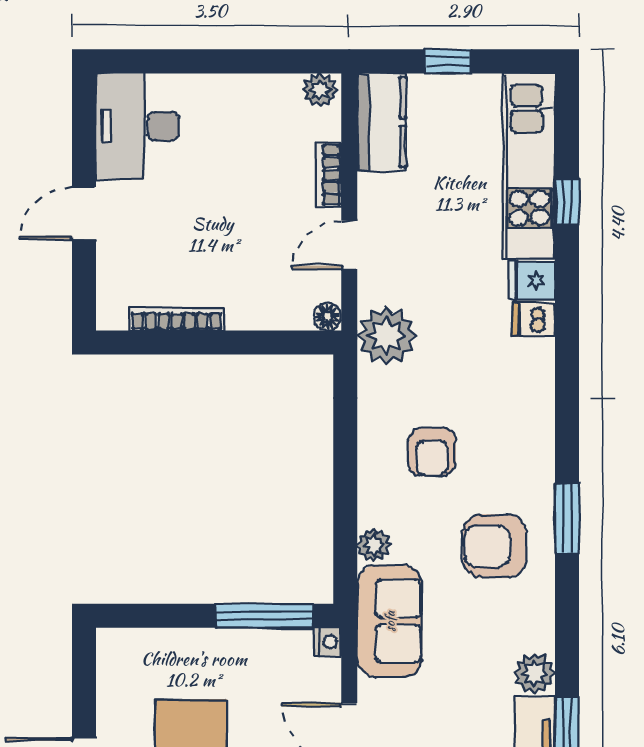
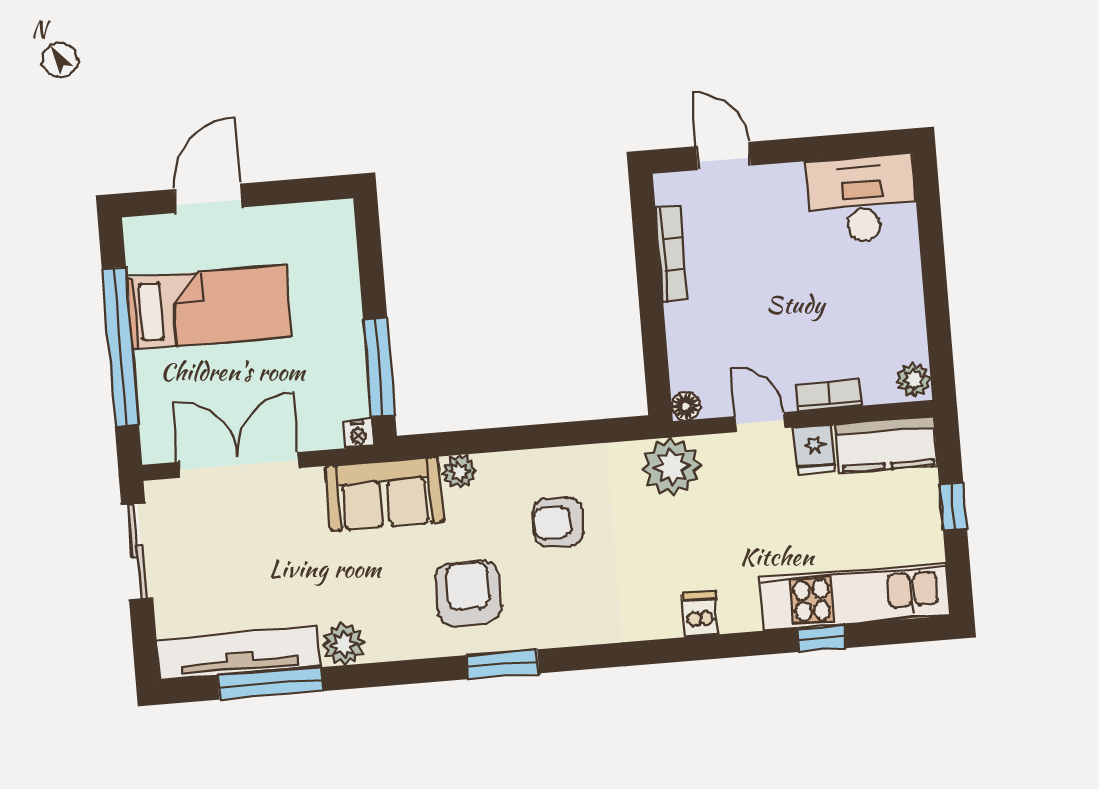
door: (84, 213) -> (723, 156), moved
fridge: (532, 280) -> (815, 449), moved, turned 180

